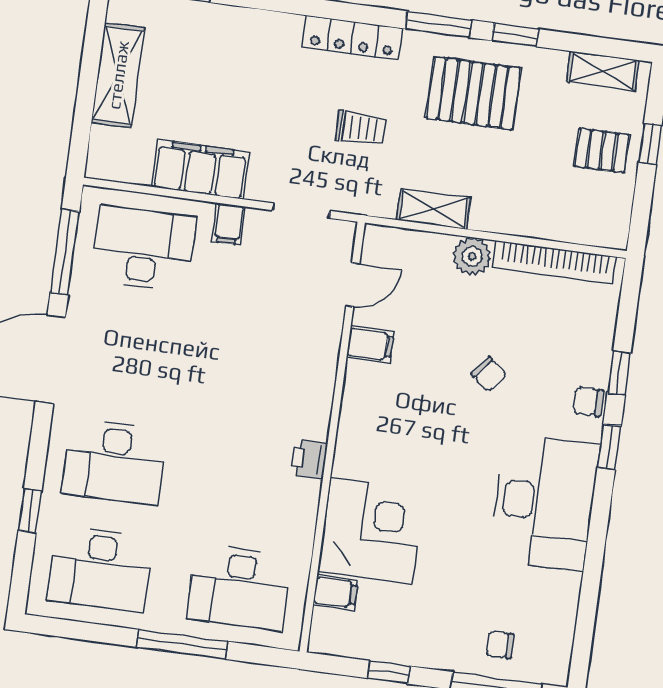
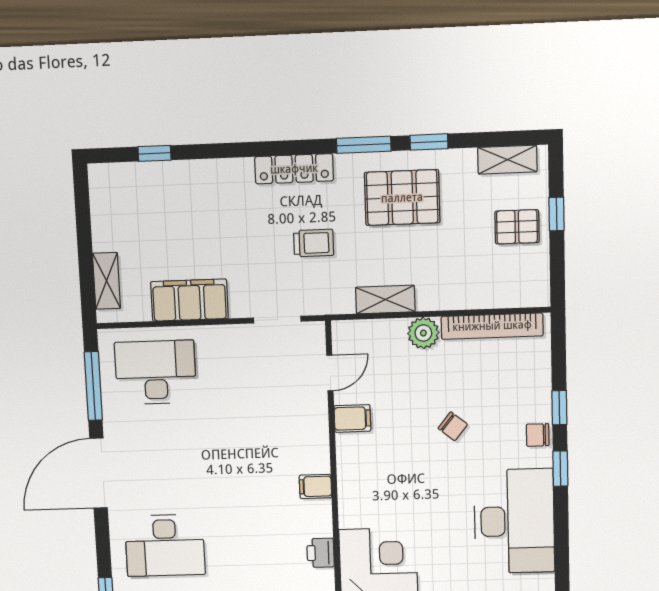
shelving: (118, 75) -> (107, 281), moved, width x0.67, depth x0.75
filing cabinet: (229, 224) -> (315, 486), moved, turned 90
printer: (309, 459) -> (320, 553), moved

